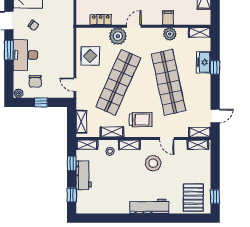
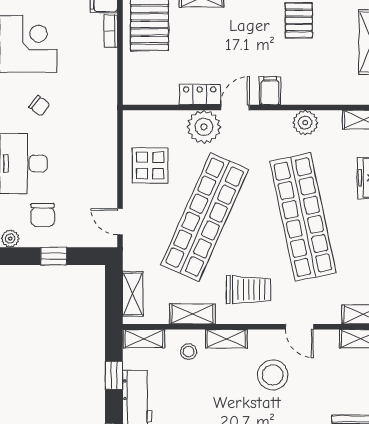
filing cabinet: (168, 18) -> (270, 91), moved
locker: (101, 20) -> (200, 95), moved

